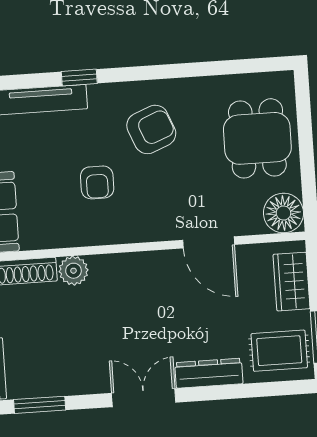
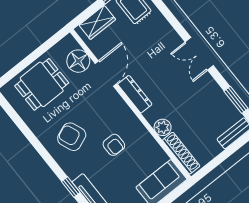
armchair: (97, 182) -> (114, 145), turned 90
floor lamp: (283, 213) -> (78, 61), moved
dresser: (209, 373) -> (135, 94), moved, turned 180

